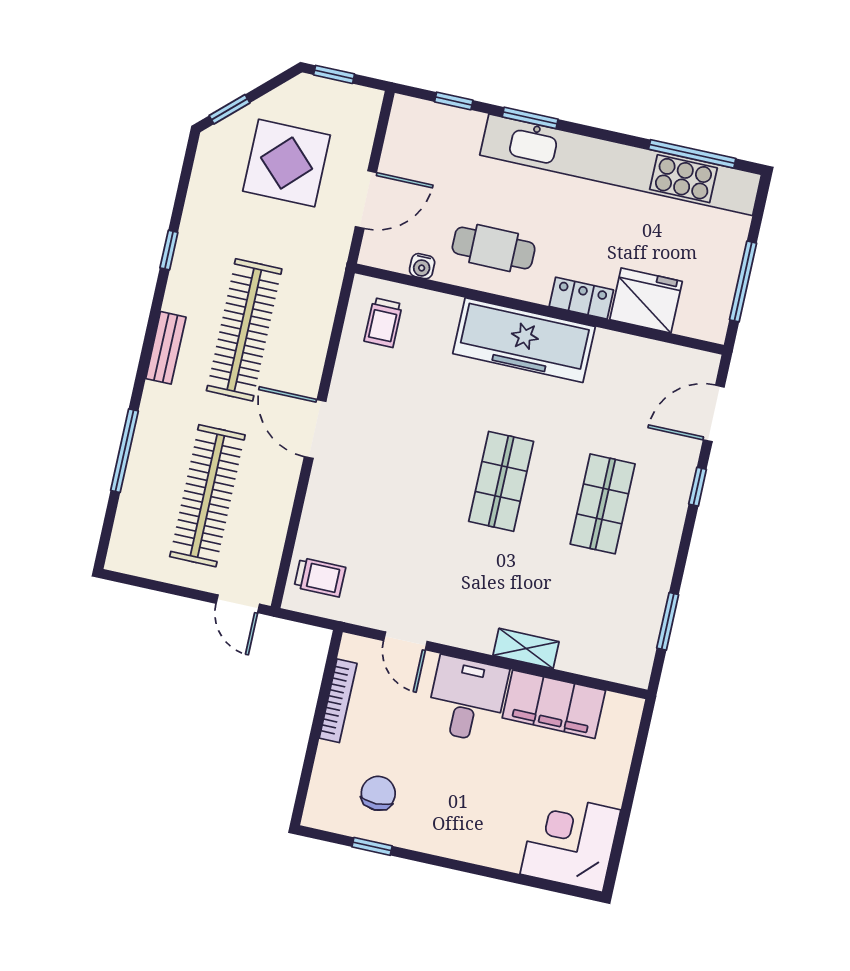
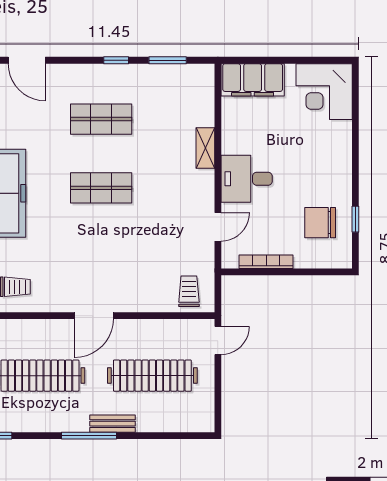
bench: (166, 348) -> (113, 424), moved
window: (124, 451) -> (89, 436), moved
window: (698, 487) -> (116, 60), moved
filing cabinet: (554, 704) -> (253, 80), moved, turned 90
chair: (378, 793) -> (320, 223), width x1.37, depth x1.37

